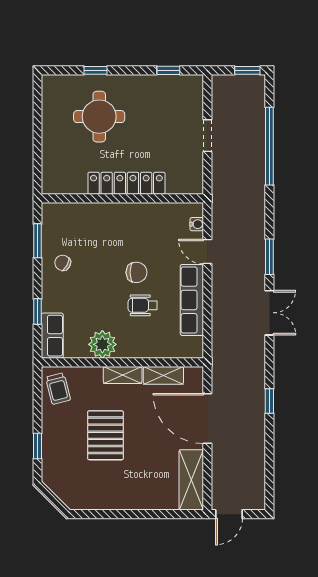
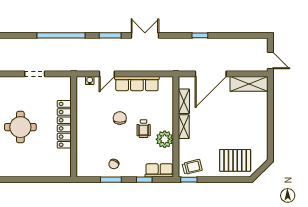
round table: (99, 117) -> (20, 127), moved
window: (269, 146) -> (61, 35), moved
window: (37, 241) -> (111, 180), moved
wheelchair: (143, 305) -> (144, 129), moved
pallet: (105, 435) -> (235, 160), moved
window: (37, 446) -> (189, 180), moved

